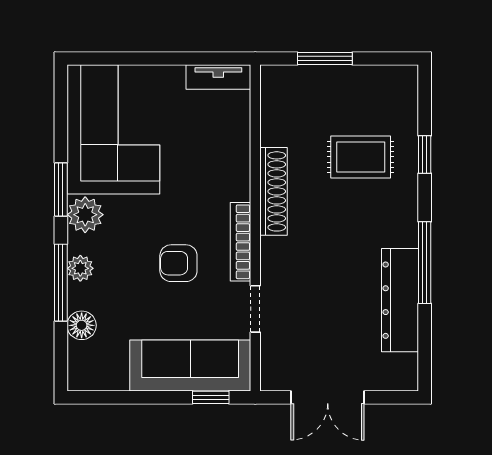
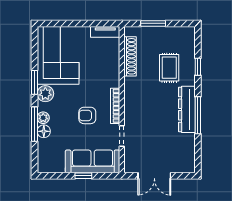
rug: (361, 157) -> (169, 68), turned 90
shoe rack: (273, 191) -> (130, 56), moved
dresser: (400, 300) -> (187, 109), moved
floor lamp: (82, 325) -> (44, 131), moved
window: (211, 397) -> (83, 176), moved

